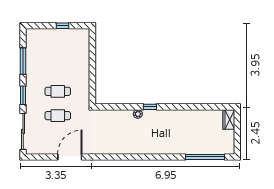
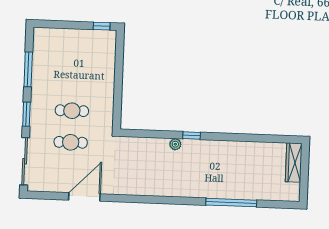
window: (62, 26) -> (102, 26), moved
wardrobe: (229, 119) -> (294, 163), width x1.50
window: (205, 157) -> (231, 203), moved

